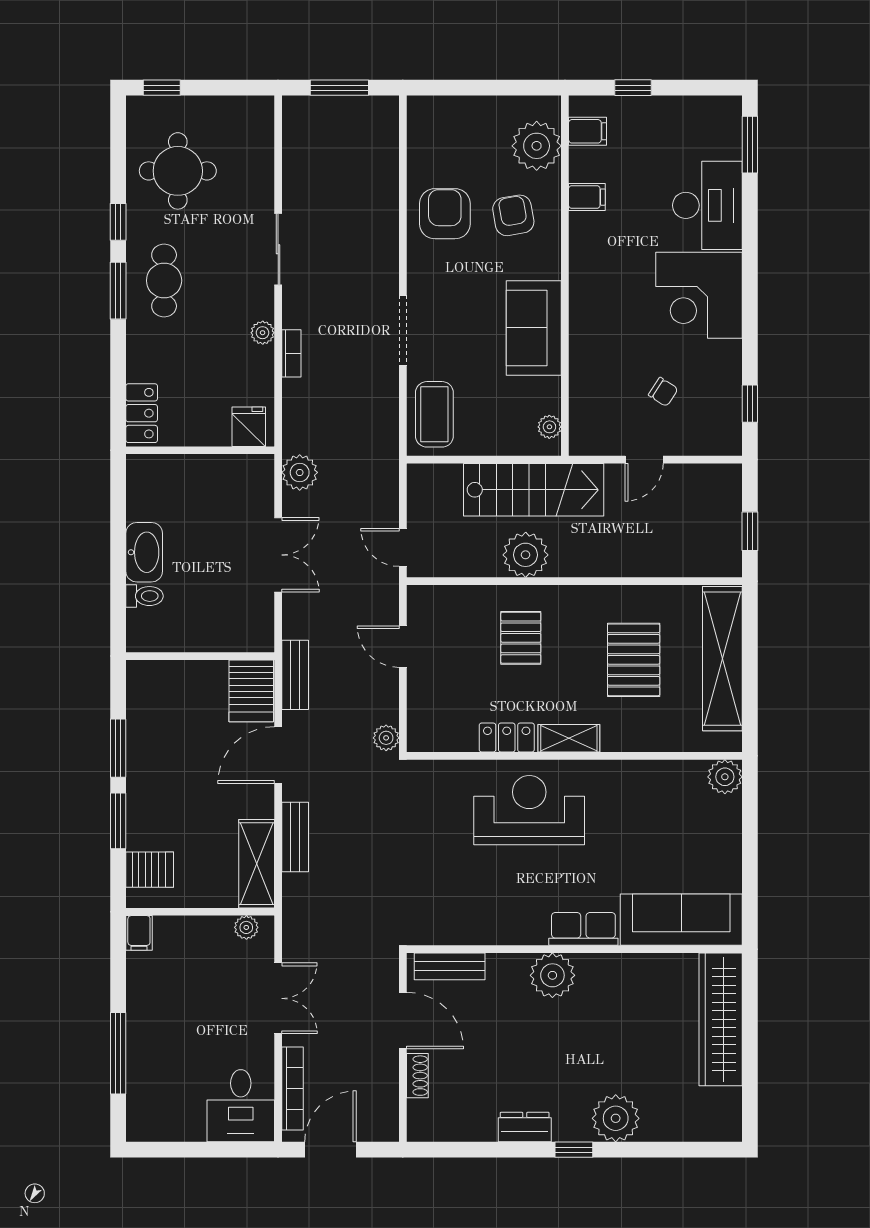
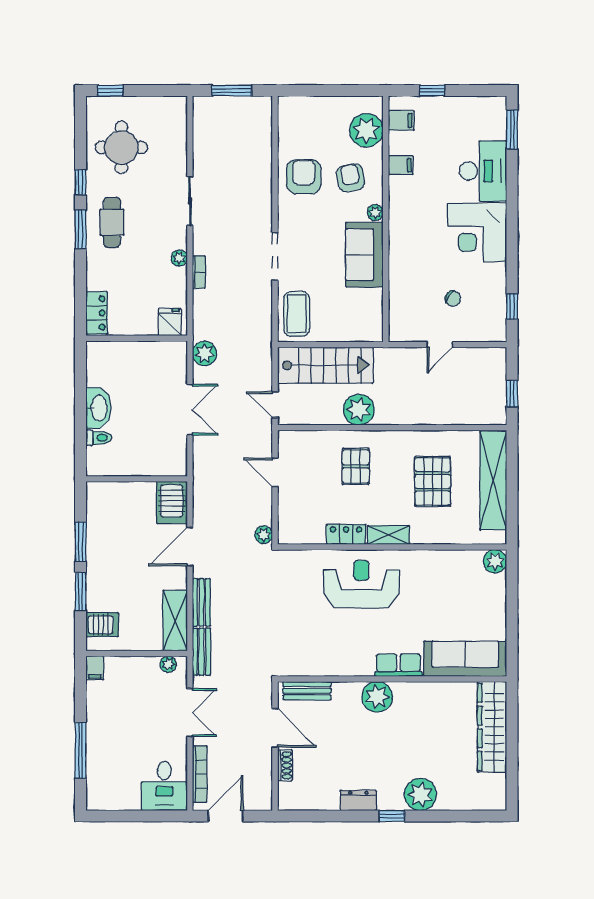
plant: (549, 427) -> (375, 213), moved
stairs: (534, 490) -> (325, 365), moved
bench: (295, 675) -> (201, 652), moved

